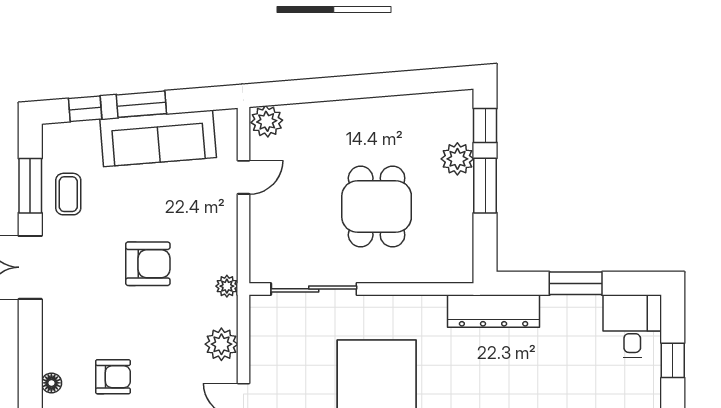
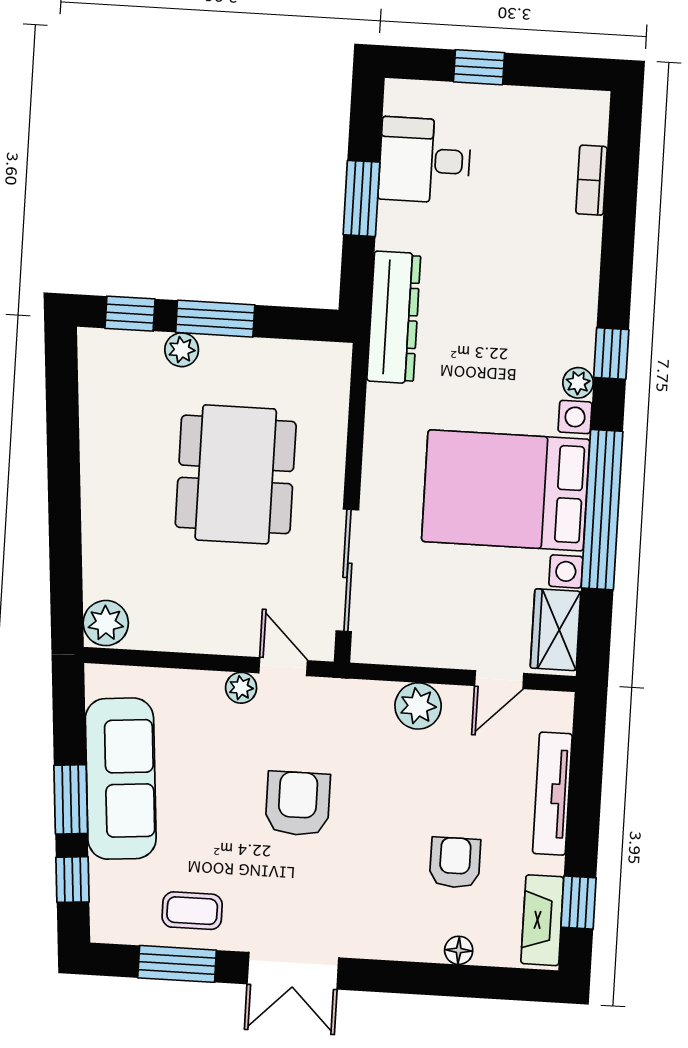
plant: (457, 159) -> (182, 350), width x0.73, depth x0.73
door: (243, 177) -> (283, 667), moved
dining table: (377, 206) -> (236, 474), width x1.38
plant: (227, 286) -> (241, 688), moved
desk: (632, 326) -> (425, 160), moved

